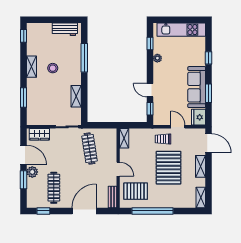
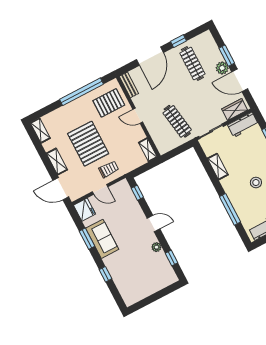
kitchen unit: (181, 30) -> (148, 288), removed
sofa: (197, 87) -> (102, 239), width x0.73
door: (150, 90) -> (154, 224), moved
workbench: (39, 119) -> (243, 125), added
window: (43, 211) -> (178, 41), moved

